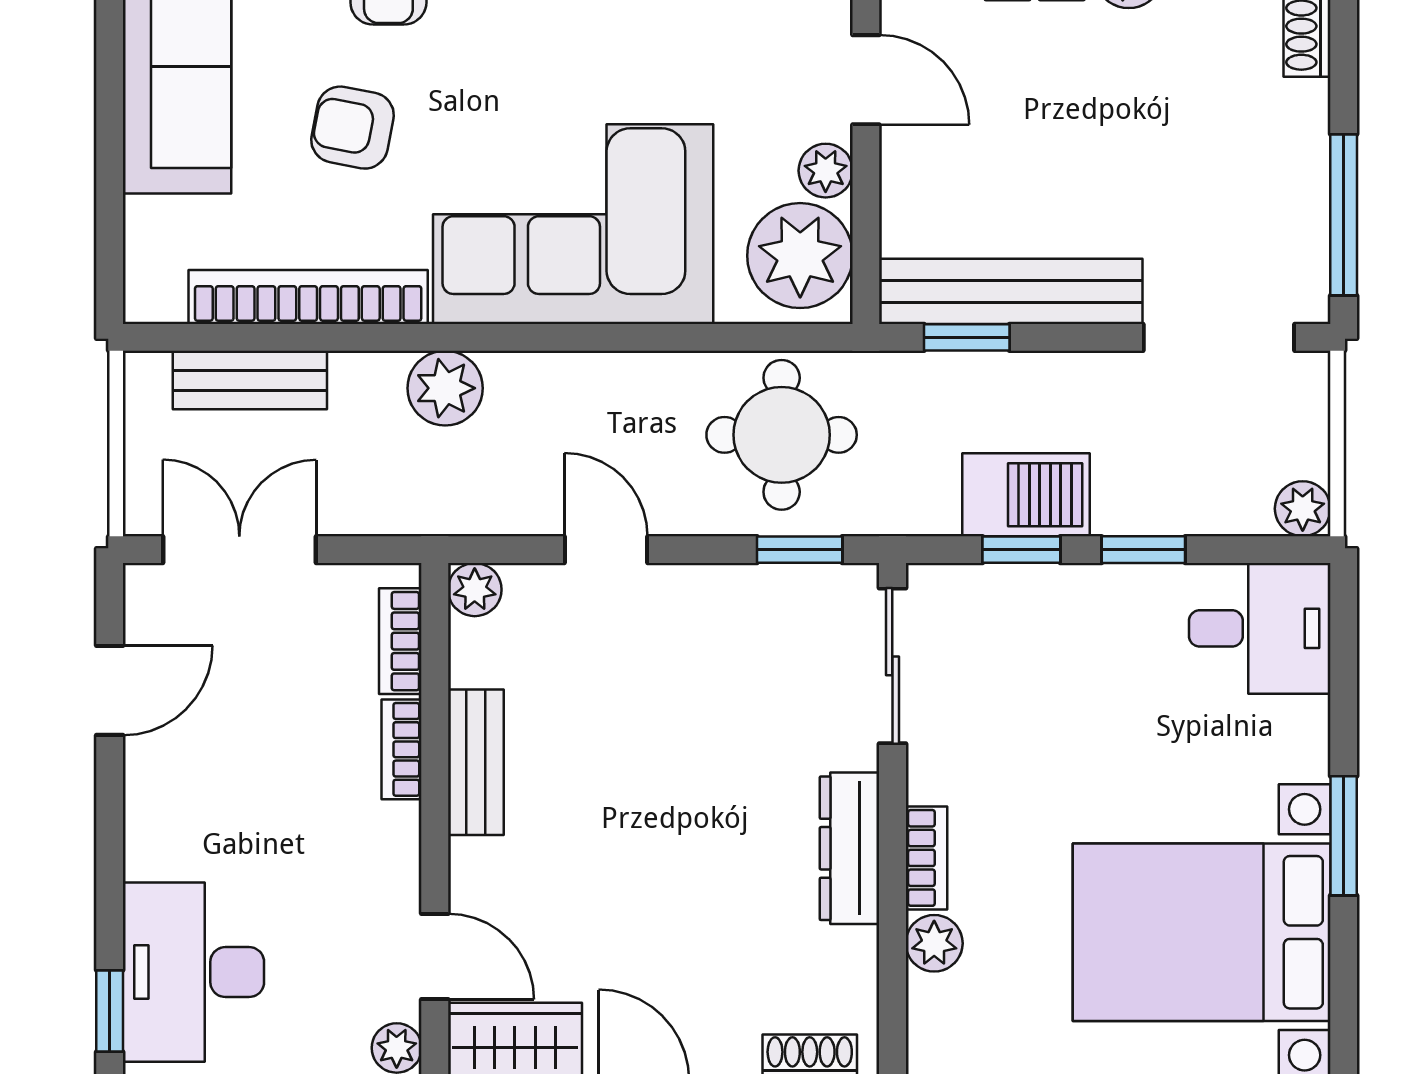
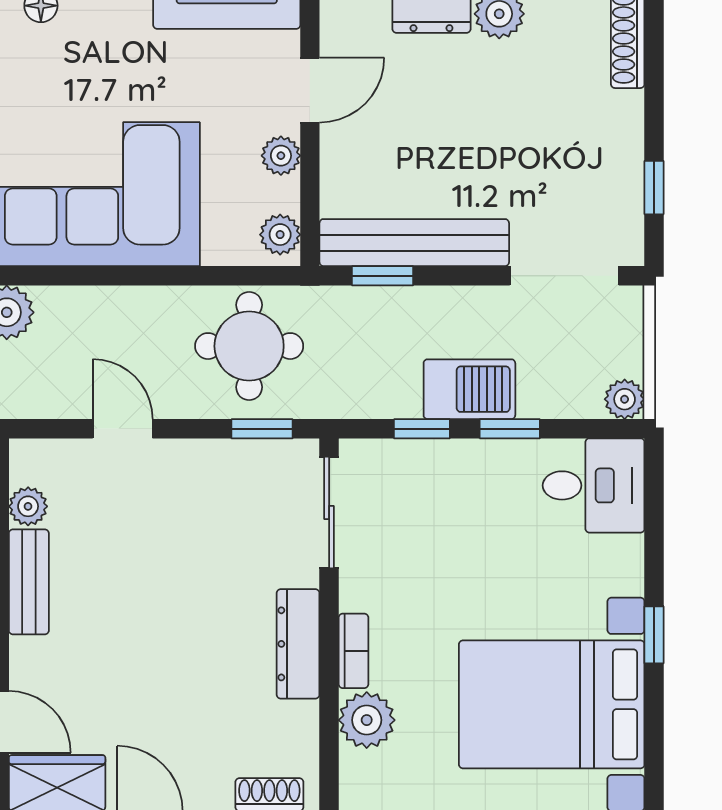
door: (866, 80) -> (310, 90), hinge flipped
window: (1344, 215) -> (654, 188), width x0.46
plant: (800, 256) -> (280, 235), width x0.53, depth x0.53
barbecue: (1026, 495) -> (469, 389), moved
plant: (475, 590) -> (28, 506), moved
window: (1344, 836) -> (654, 635), width x0.67
plant: (934, 943) -> (367, 720), width x1.38, depth x1.38

